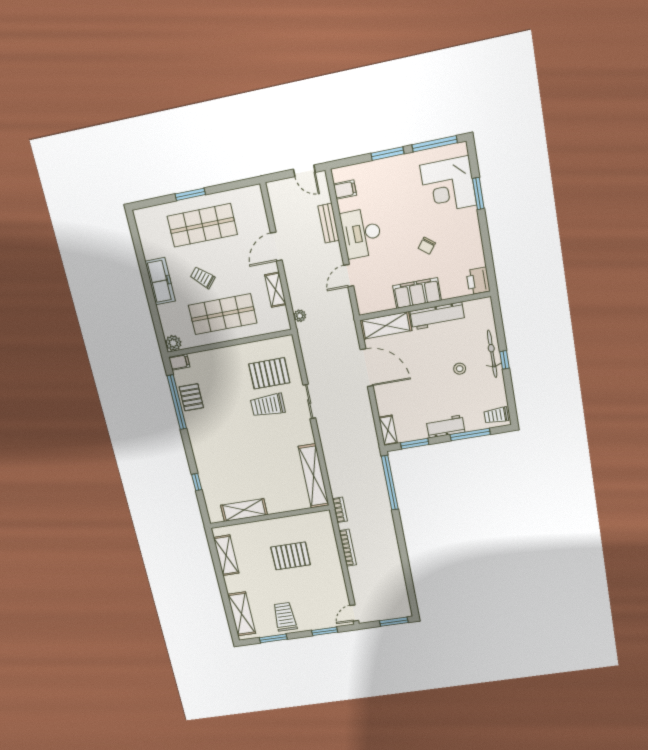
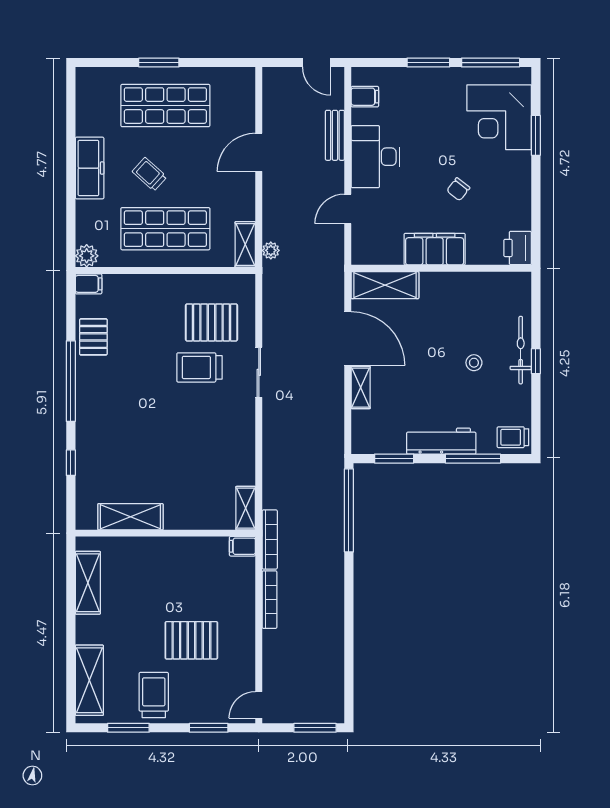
shelving: (275, 290) -> (245, 244), moved
workbench: (437, 316) -> (456, 285), removed
window: (177, 402) -> (71, 381), moved
workbench: (446, 426) -> (441, 441), width x1.37
shelving: (388, 430) -> (361, 388), moved
shelving: (314, 476) -> (246, 508), width x0.45, depth x0.75
bookcase: (340, 510) -> (270, 539), width x1.56
filing cabinet: (322, 517) -> (242, 546), added
pallet: (291, 556) -> (191, 640), moved

